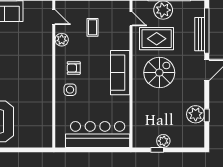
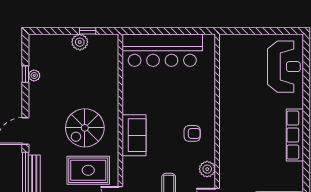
sofa: (120, 73) -> (134, 135), width x0.73
side table: (70, 90) -> (197, 106), removed
plant: (196, 114) -> (34, 76), width x0.53, depth x0.53

